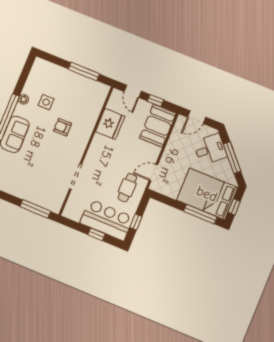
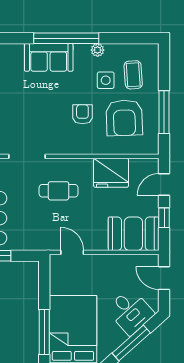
coffee table: (50, 82) -> (133, 75), added
armchair: (77, 100) -> (124, 118), added
cafe table: (127, 188) -> (59, 191), moved

